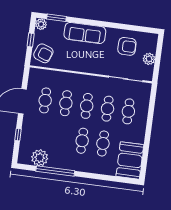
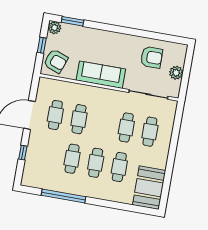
sofa: (85, 33) -> (101, 75), moved, turned 180
cafe table: (87, 106) -> (72, 159), moved
plant: (40, 158) -> (46, 180), removed

